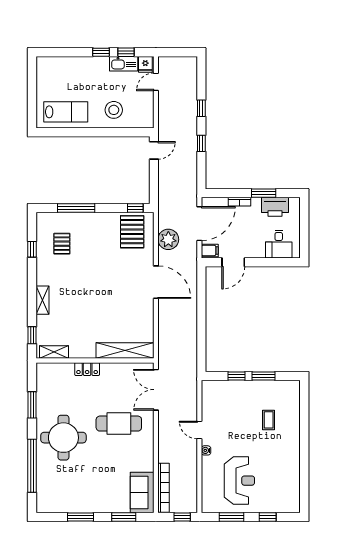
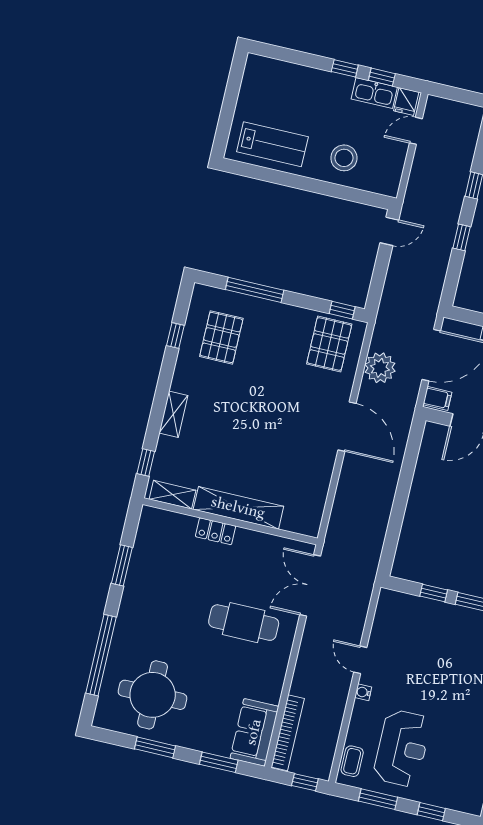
pallet: (62, 244) -> (221, 337), width x1.50, depth x1.42
shelving: (125, 351) -> (238, 508), moved
coffee table: (269, 420) -> (352, 761), moved
round table: (63, 438) -> (153, 695), moved

